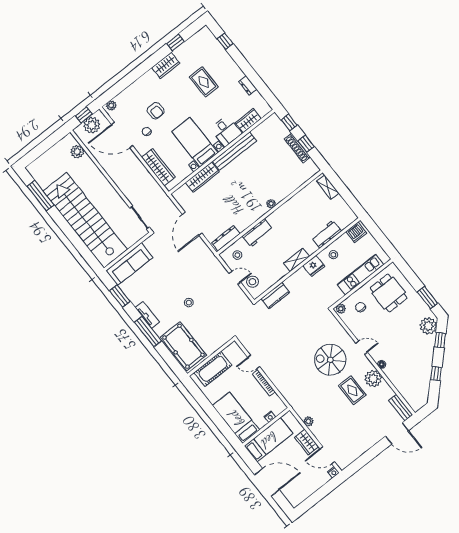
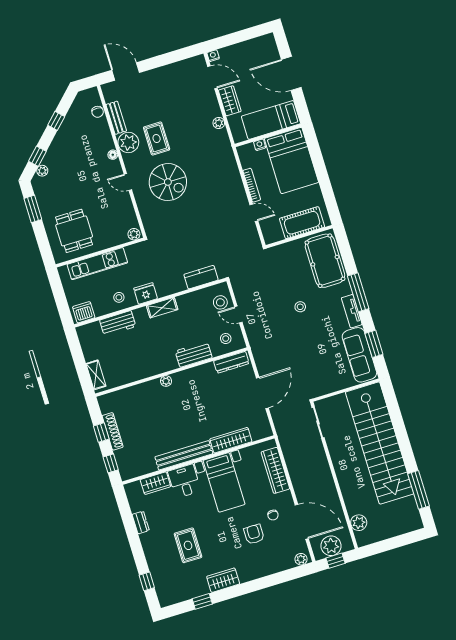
sofa: (129, 264) -> (359, 355), moved, turned -90
chair: (360, 307) -> (98, 112), moved
plant: (428, 326) -> (42, 171), width x0.53, depth x0.53
bench: (401, 408) -> (116, 118), moved
bed: (236, 418) -> (291, 160), width x1.50

